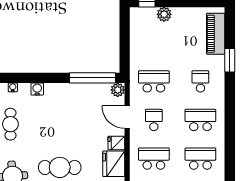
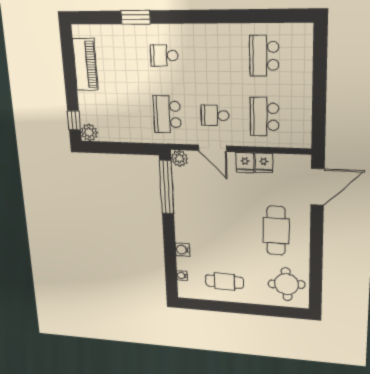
plant: (164, 14) -> (89, 133), moved
piano: (216, 34) -> (85, 64), moved, turned -90
door: (127, 117) -> (212, 148), hinge flipped
school desk: (200, 120) -> (213, 56), removed
fridge: (114, 164) -> (264, 163), width x0.53, depth x0.75

